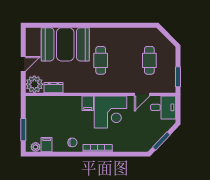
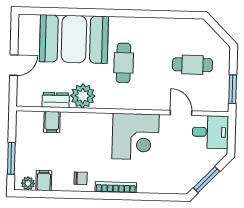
cafe table: (149, 60) -> (192, 65), turned 90
plant: (34, 84) -> (83, 96), moved
door: (142, 94) -> (181, 113), swing flipped
filing cabinet: (88, 103) -> (52, 122), moved

